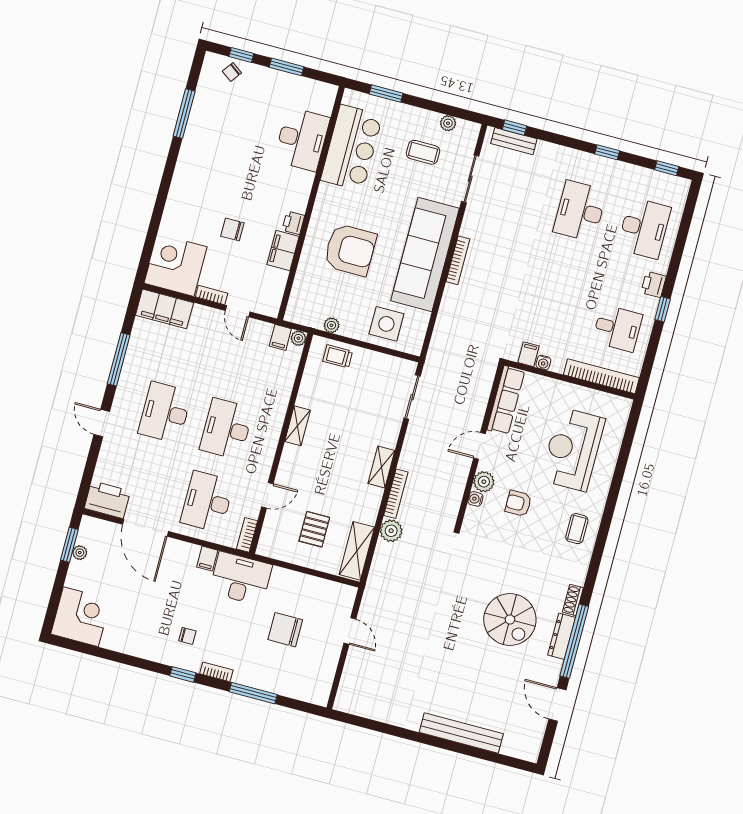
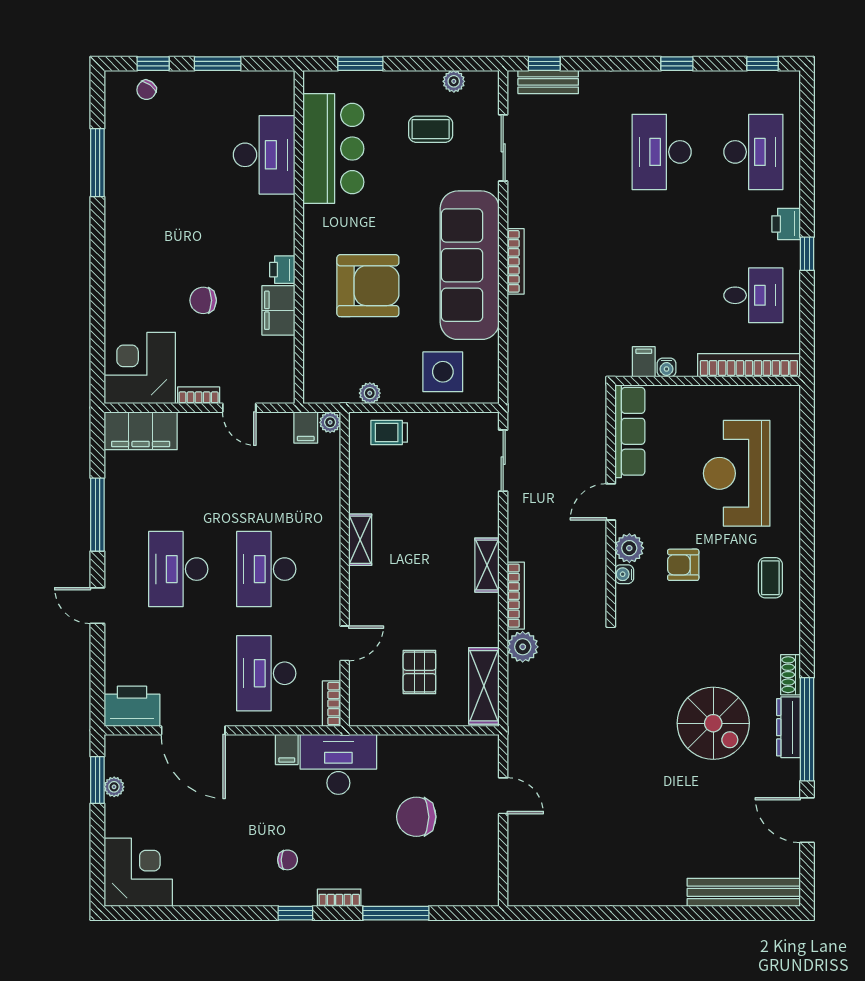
bench: (461, 733) -> (744, 892), moved

